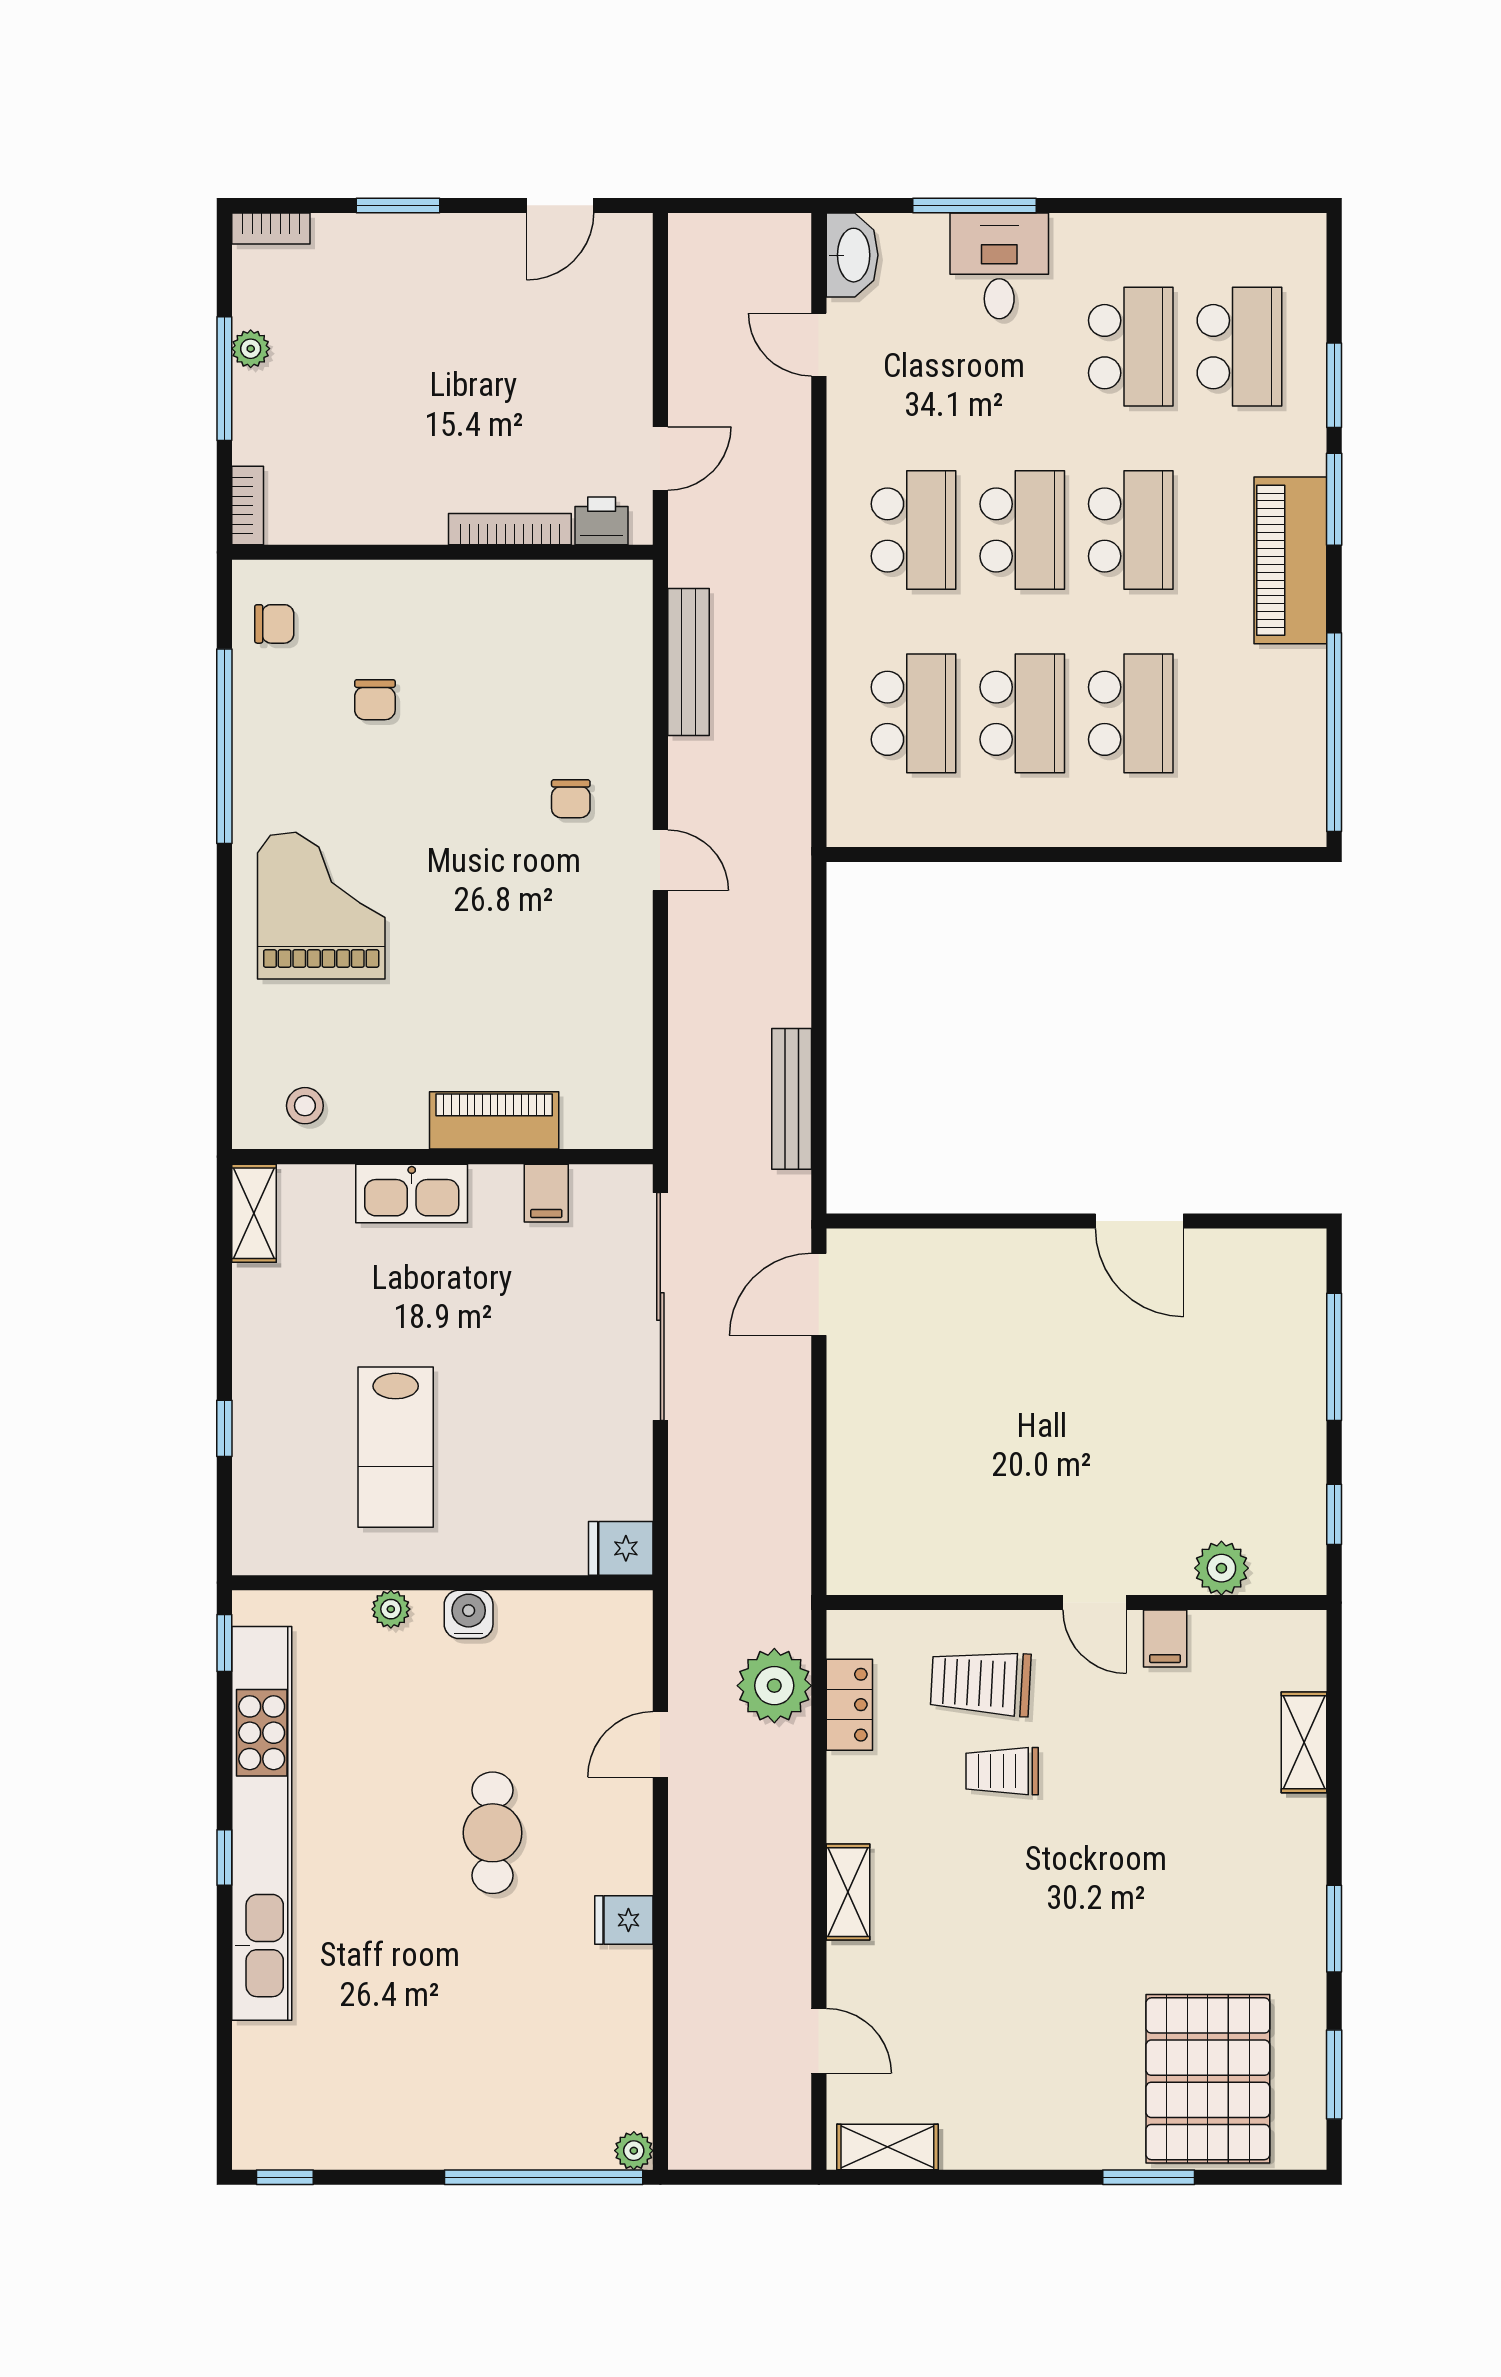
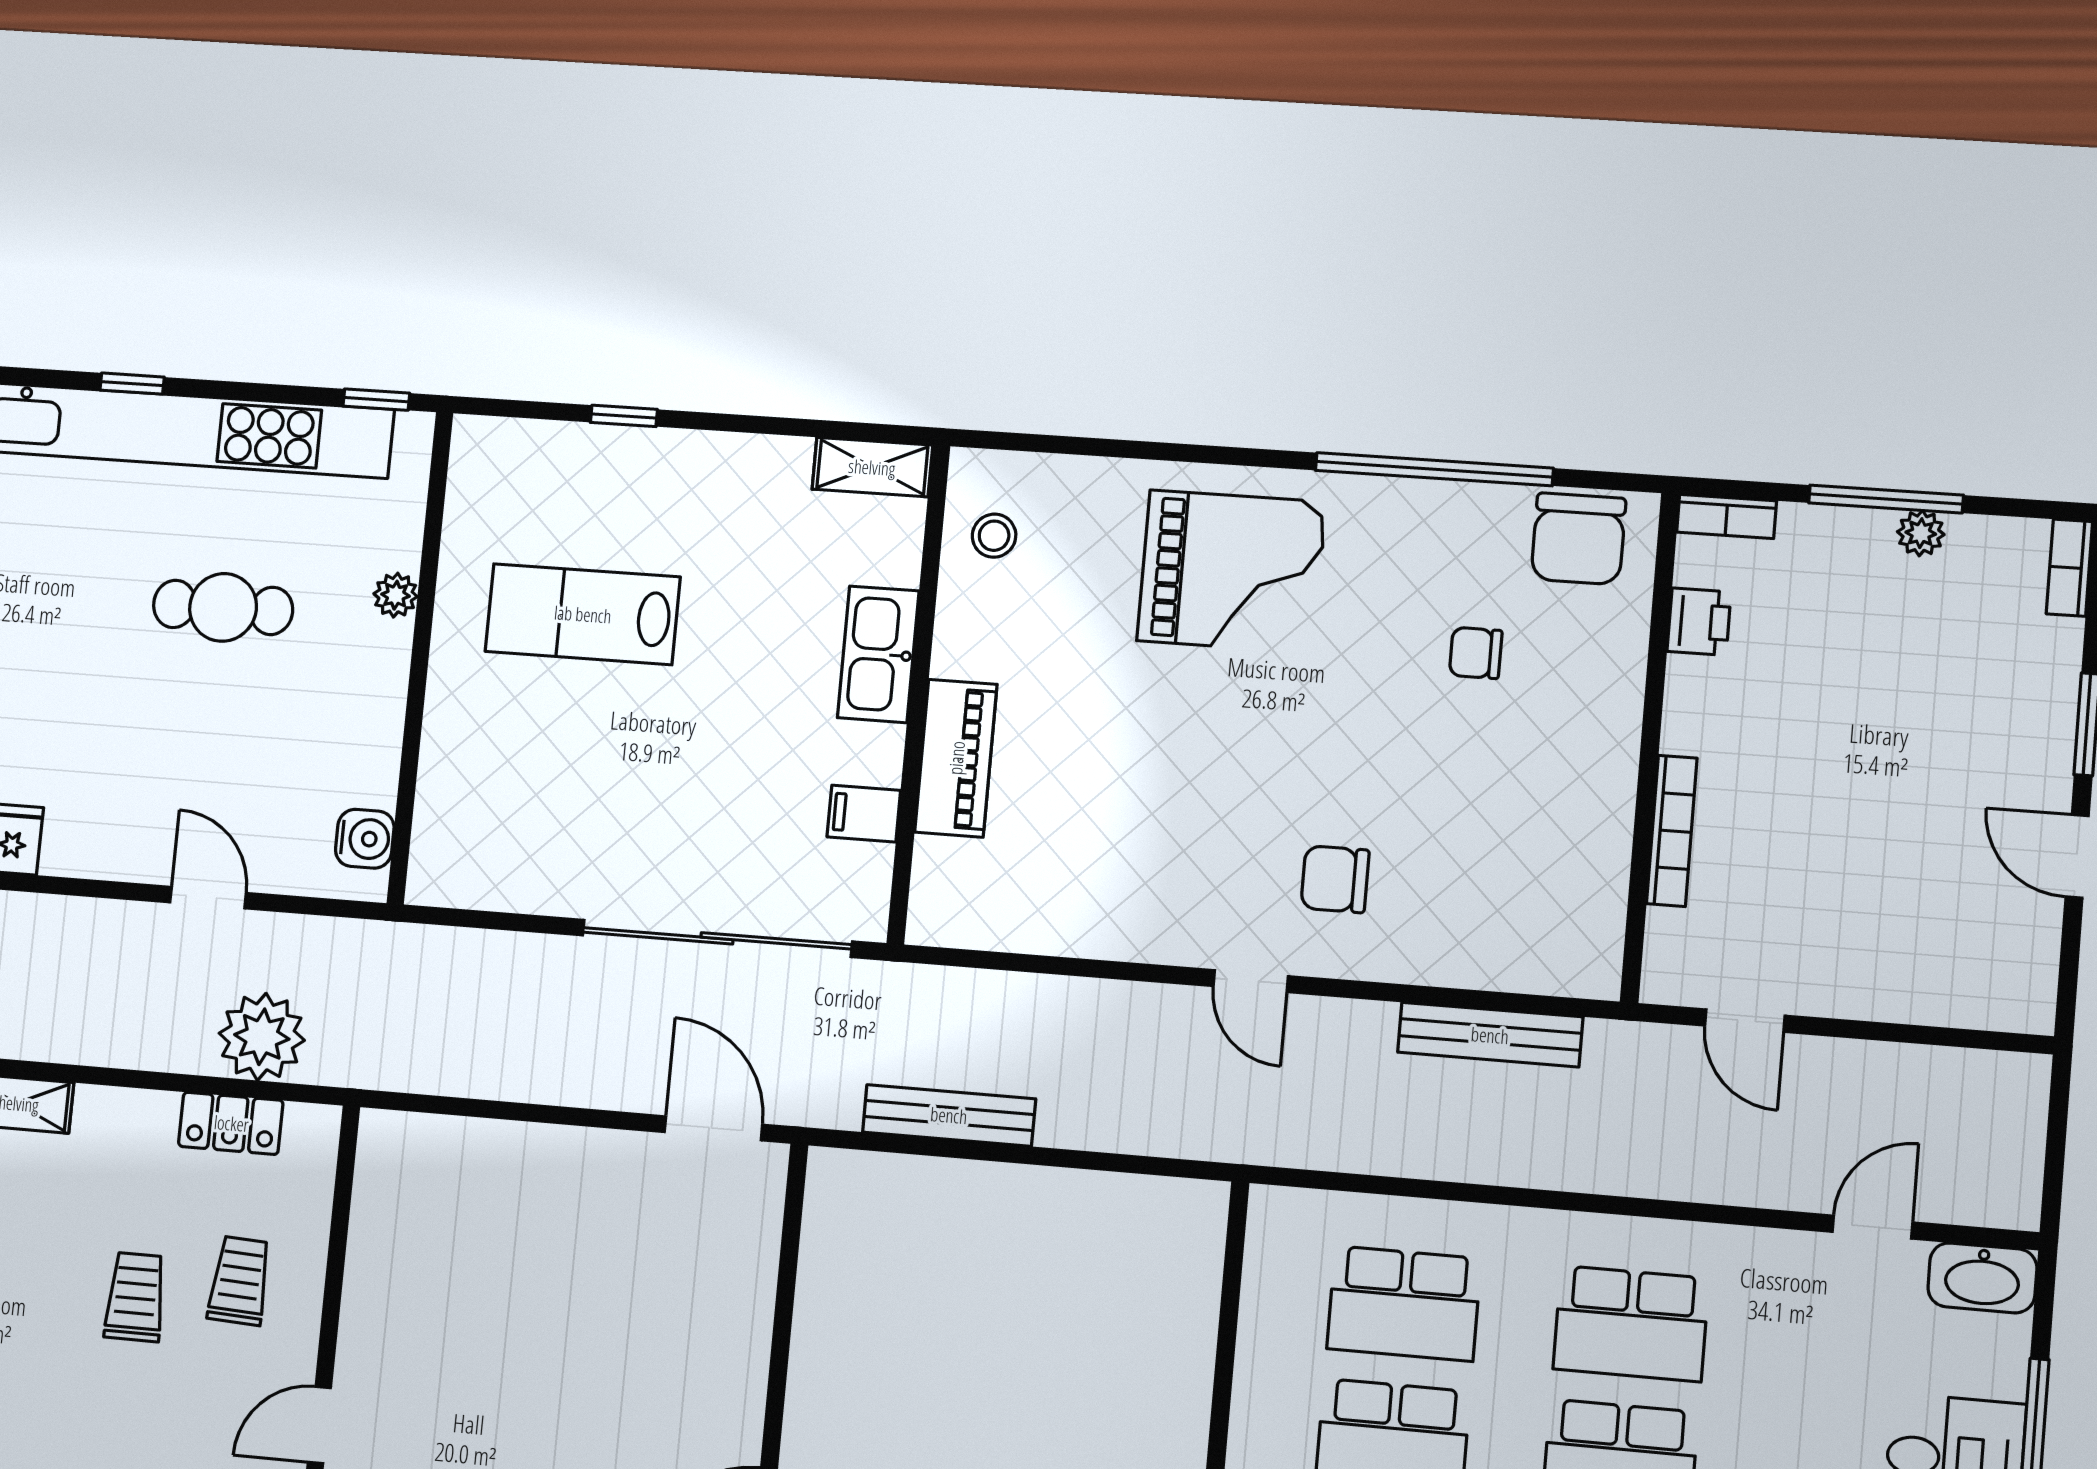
door: (560, 205) -> (2077, 856), moved
printer: (602, 521) -> (1699, 622), moved
chair: (274, 624) -> (1578, 539), width x1.87, depth x1.87
chair: (571, 799) -> (1335, 879), width x1.37, depth x1.37
door: (660, 860) -> (1251, 981), hinge flipped
fridge: (621, 1548) -> (439, 869), removed
water cooler: (469, 1614) -> (365, 839), moved
trolley: (981, 1683) -> (240, 1281), width x0.73, depth x0.72
cafe table: (493, 1833) -> (223, 607), moved

